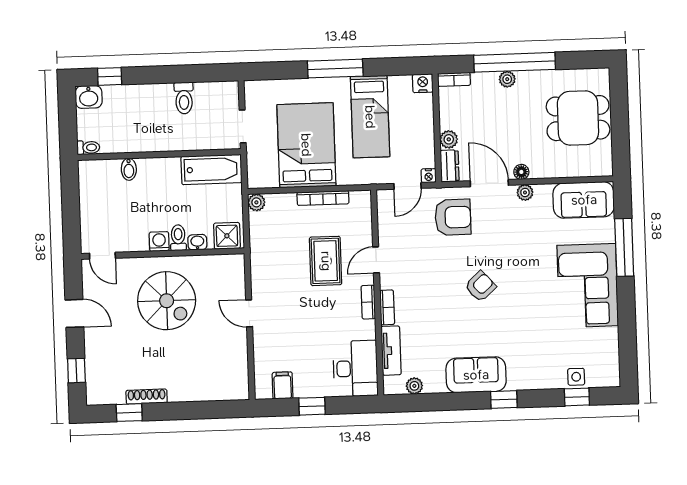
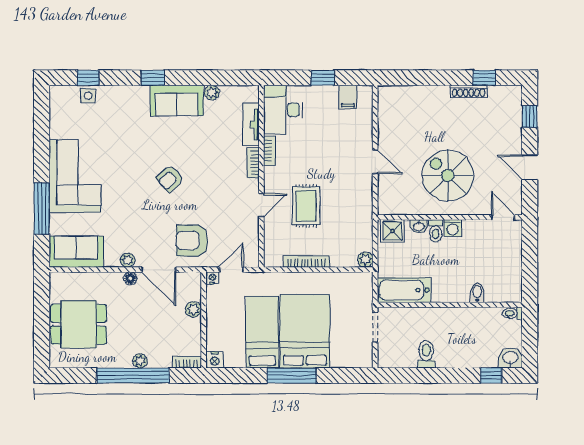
bed: (306, 145) -> (305, 331), moved, turned 180
dresser: (450, 166) -> (193, 286), removed
bookcase: (368, 302) -> (270, 151), moved
plant: (414, 386) -> (212, 93), moved

